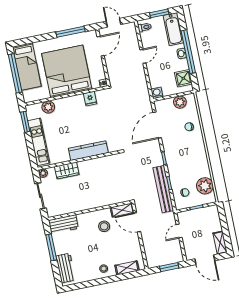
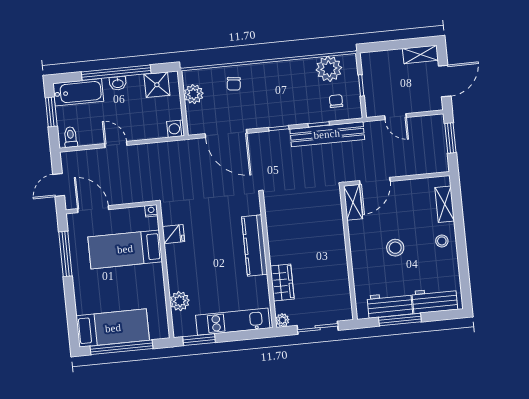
bed: (67, 71) -> (125, 249), width x0.49
workbench: (63, 224) -> (390, 305), moved, turned -90
stool: (104, 226) -> (395, 248), moved

